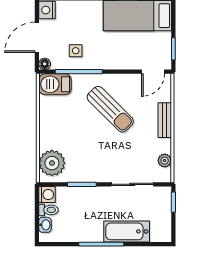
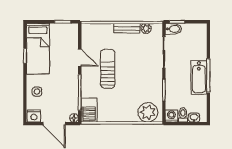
side table: (76, 51) -> (37, 92), moved
door: (153, 72) -> (80, 58), moved
sun lounger: (110, 109) -> (108, 69), turned -45
bench: (165, 120) -> (127, 28), moved
bidet: (164, 197) -> (173, 29), added
bathtub: (127, 231) -> (199, 78), moved

